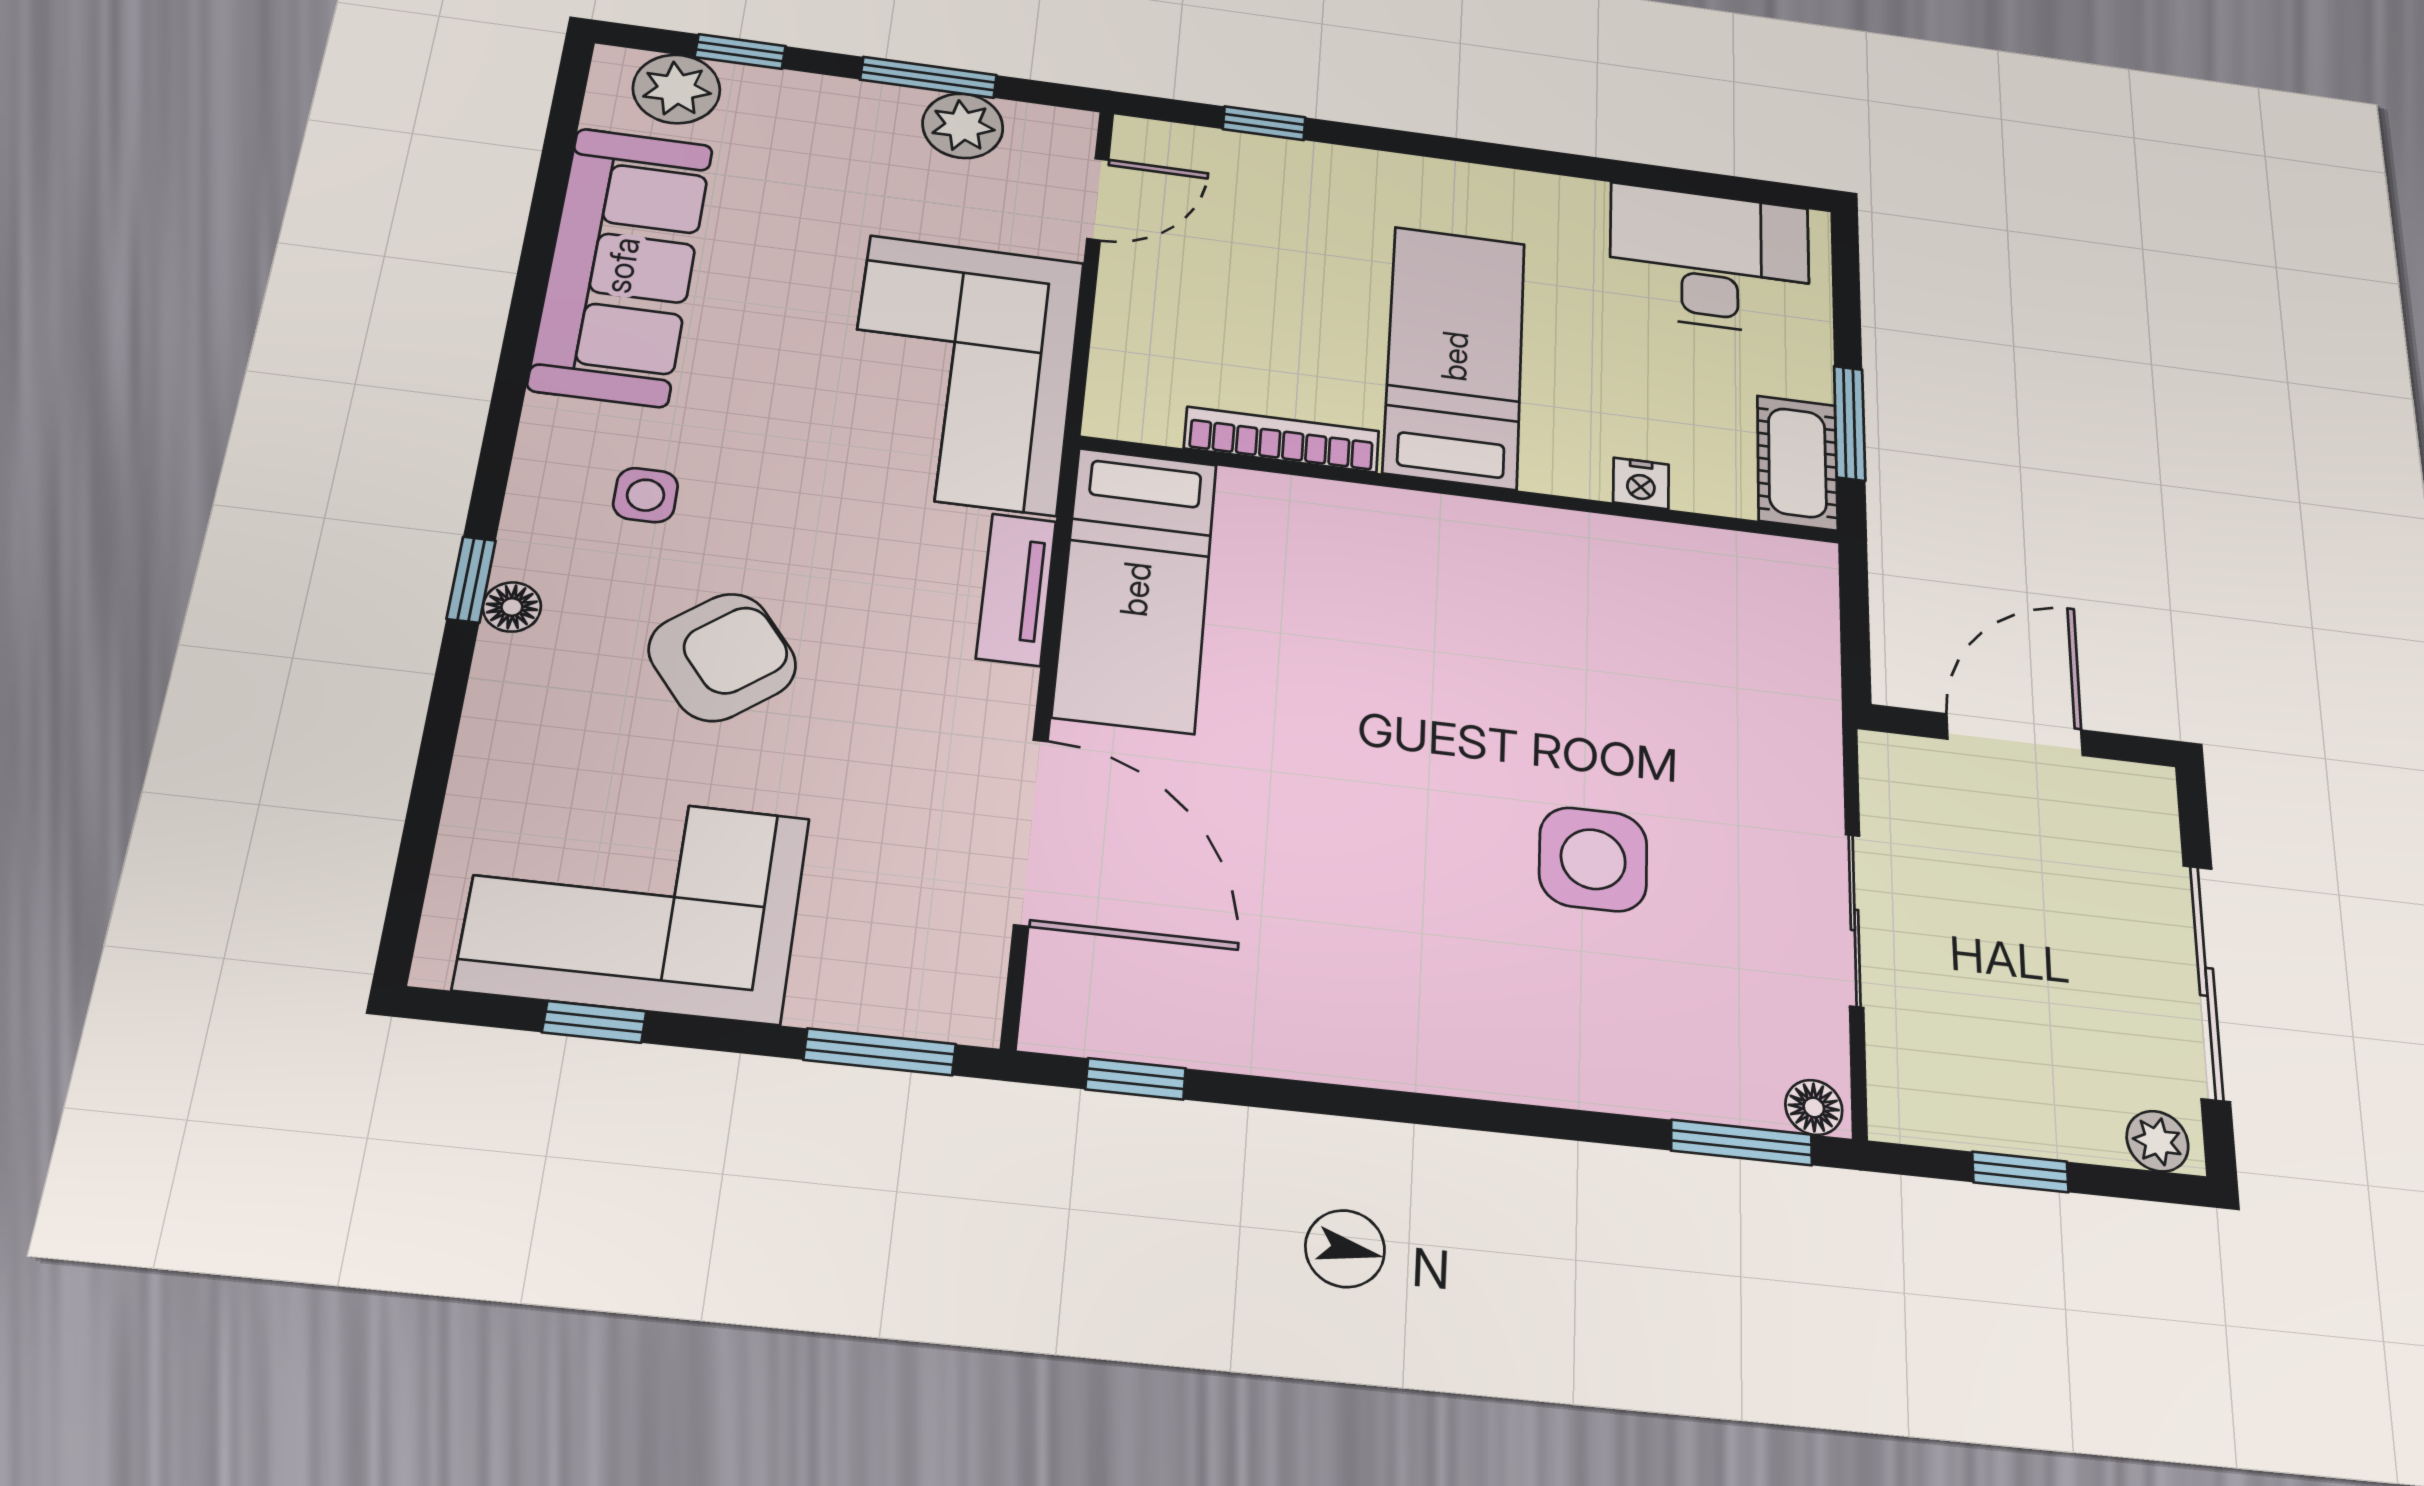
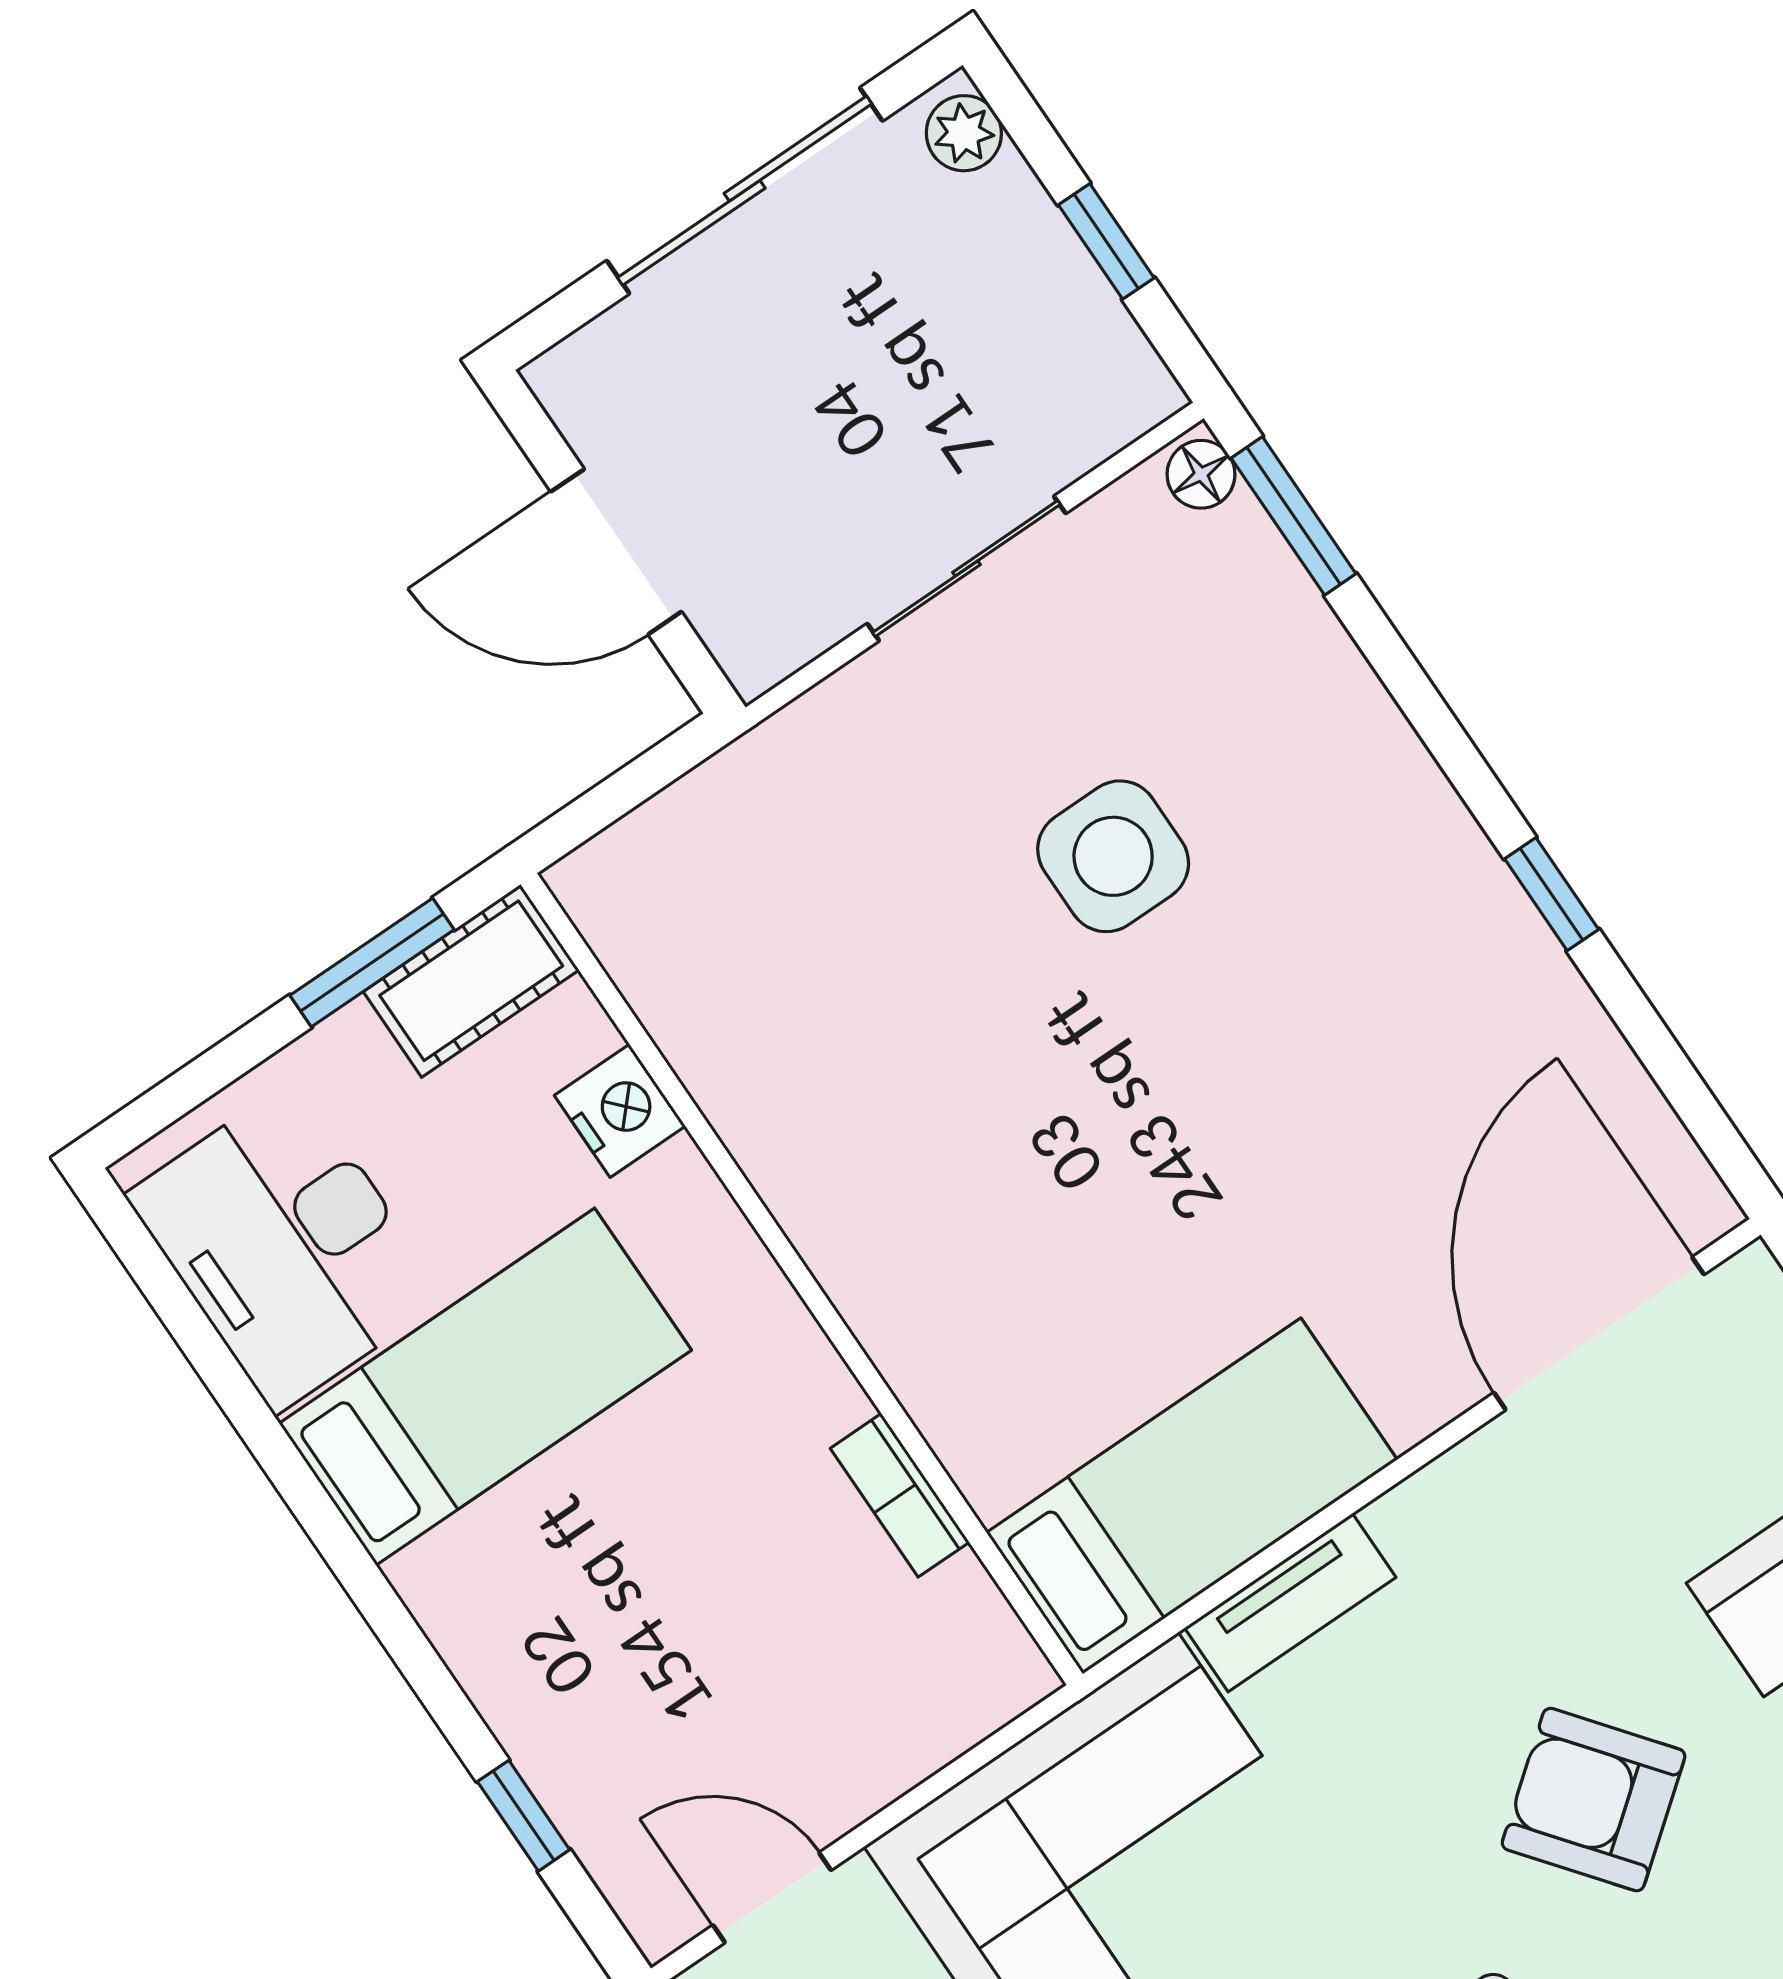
bed: (1455, 356) -> (485, 1387), moved, turned 180
bookcase: (1282, 440) -> (900, 1495), width x0.64
nightstand: (1641, 483) -> (620, 1111), width x1.39, depth x1.35
door: (1031, 832) -> (1599, 1333), moved
window: (1136, 1079) -> (1552, 894), moved

